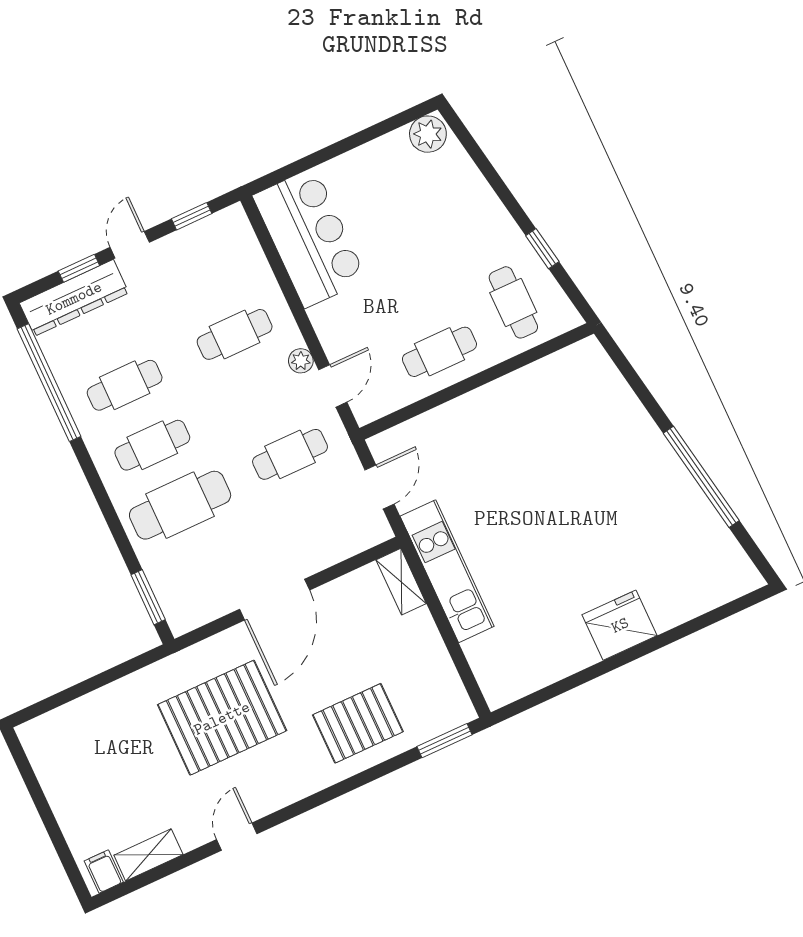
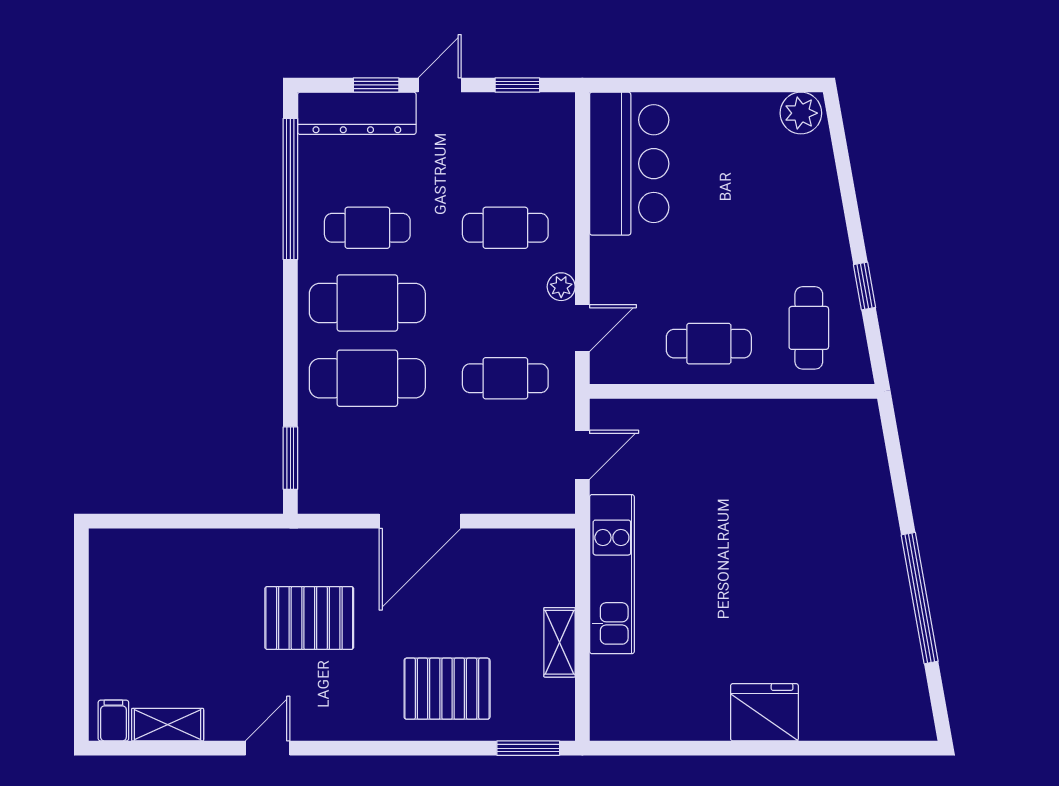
cafe table: (152, 445) -> (367, 303), width x1.37, depth x1.35
shelving: (401, 582) -> (559, 642), moved
pallet: (222, 718) -> (309, 618), width x0.73, depth x0.71

